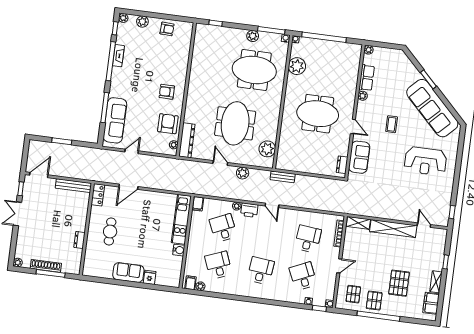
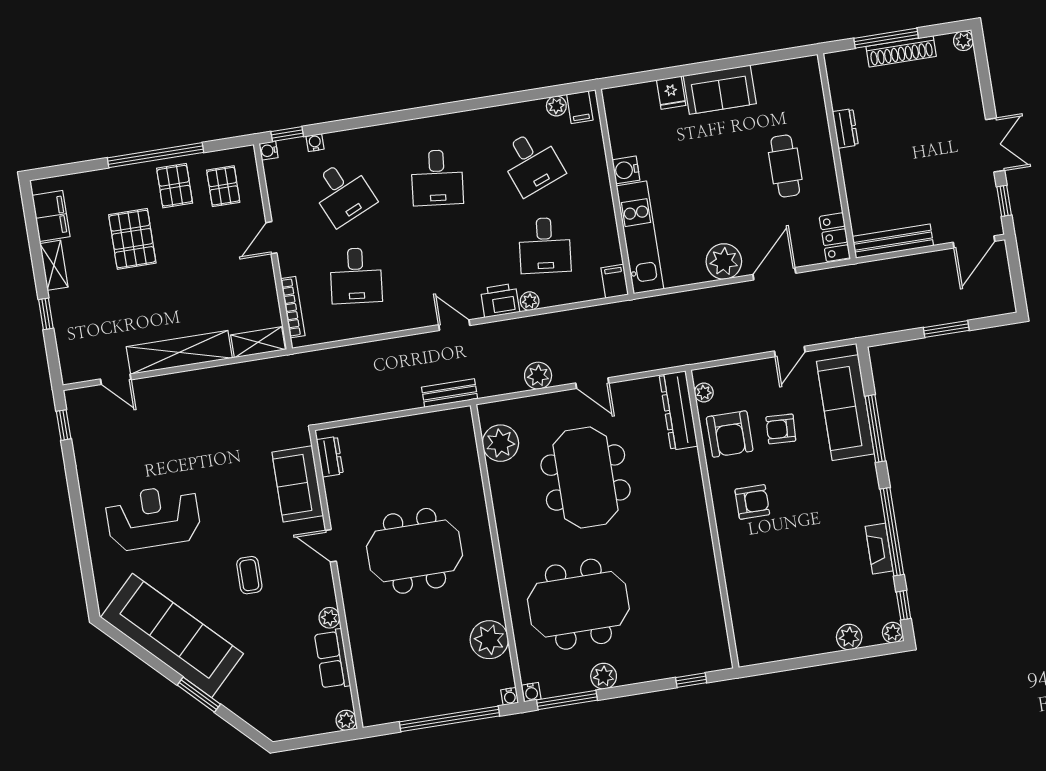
armchair: (167, 29) -> (781, 429), moved
plant: (148, 198) -> (724, 261), added
desk: (223, 228) -> (545, 245), turned 30

